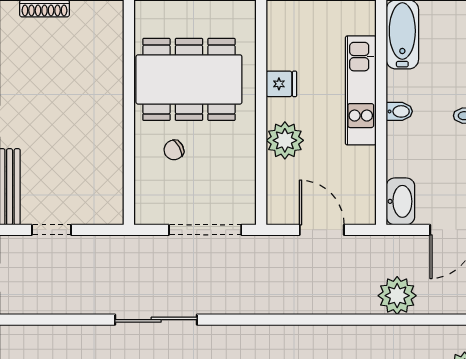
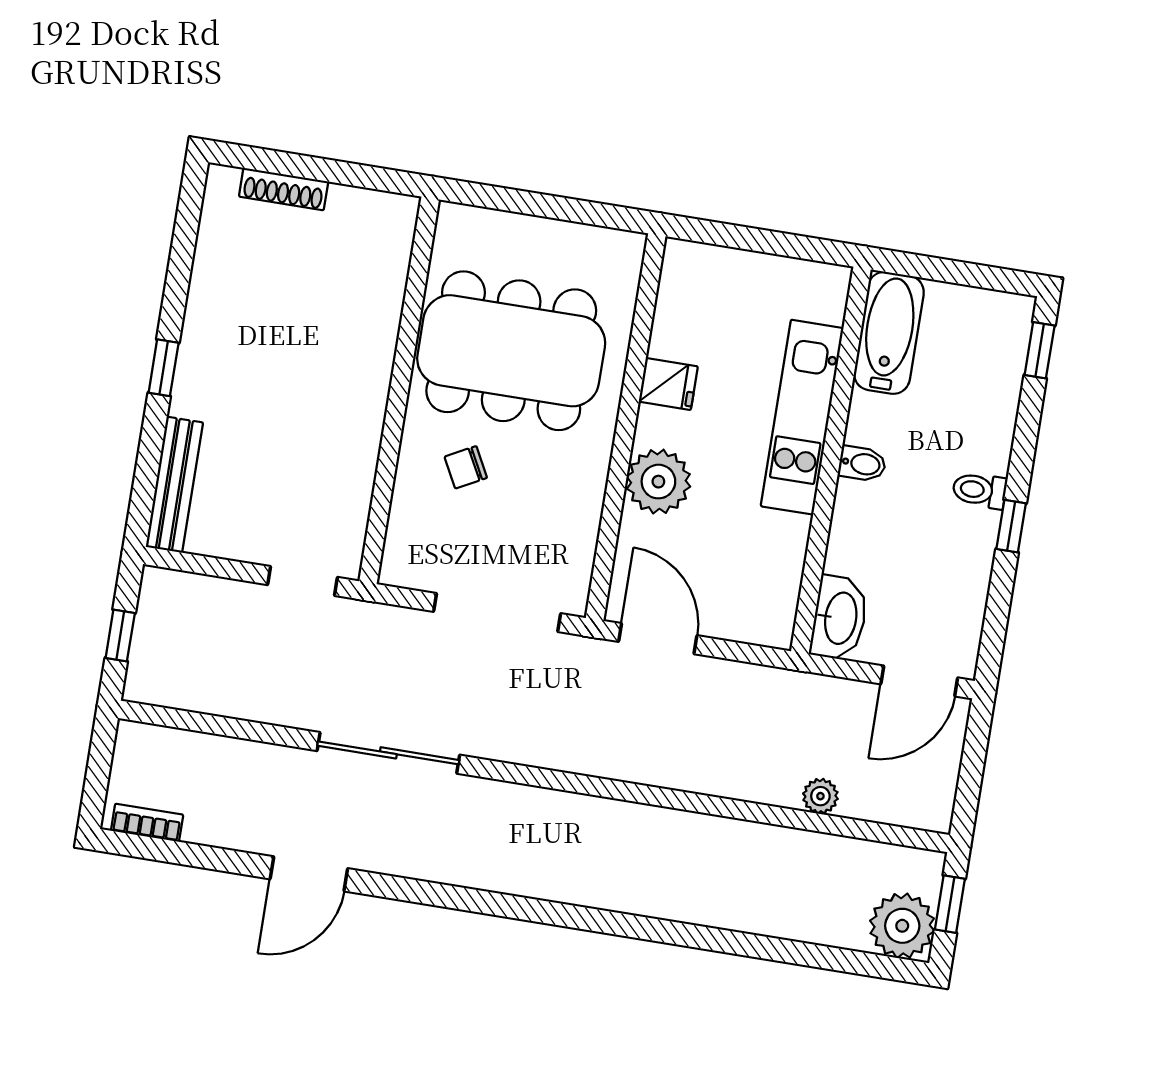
doorway: (52, 230) -> (302, 581), moved
door: (322, 230) -> (658, 639), moved
plant: (397, 296) -> (820, 796), width x0.53, depth x0.53

